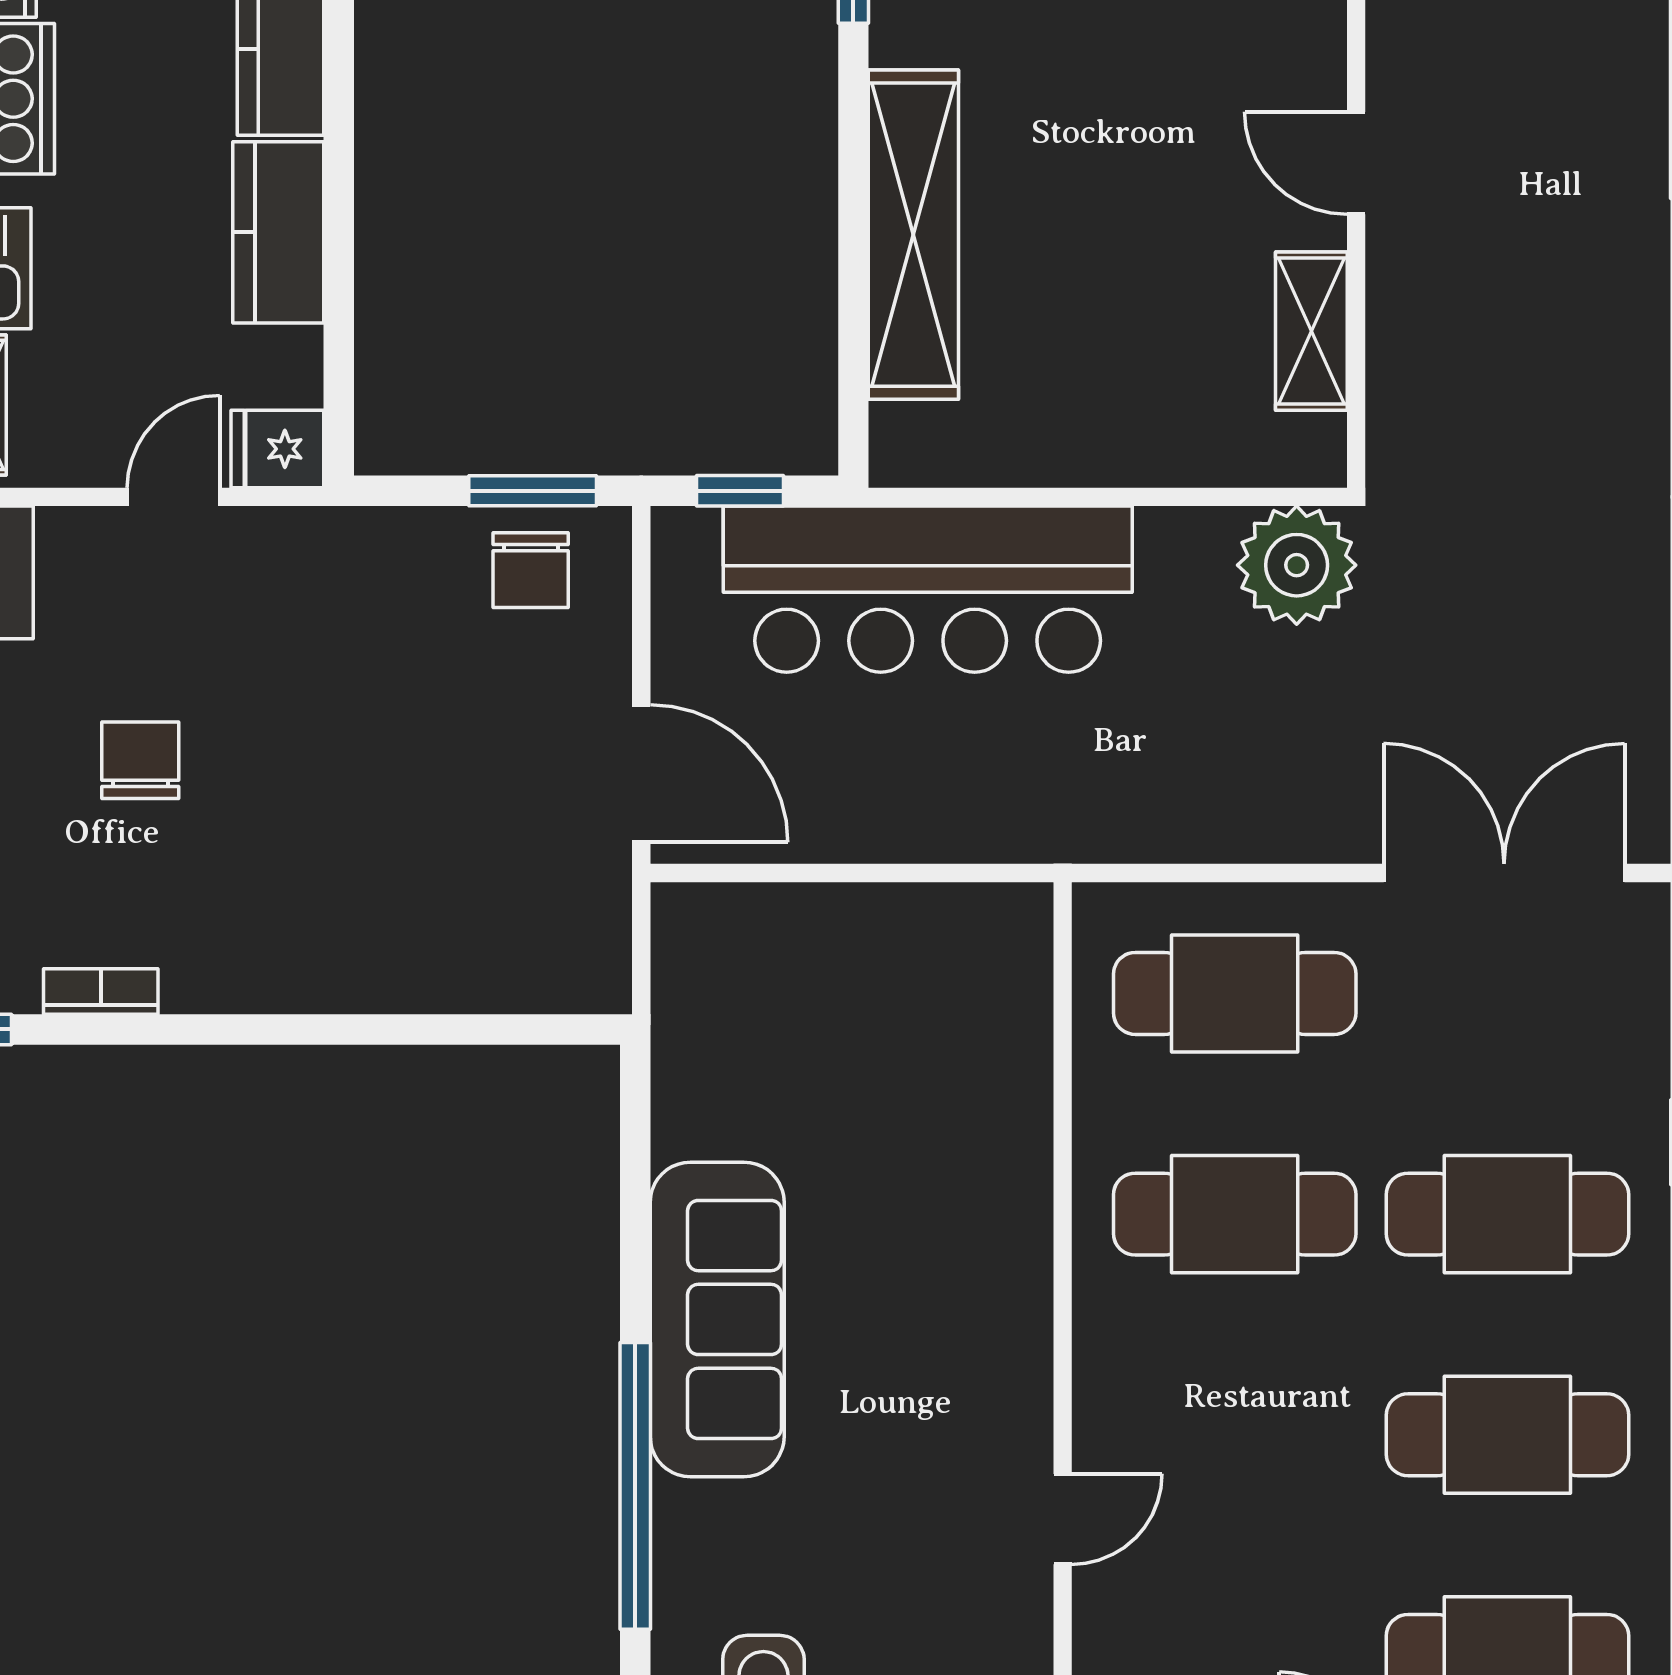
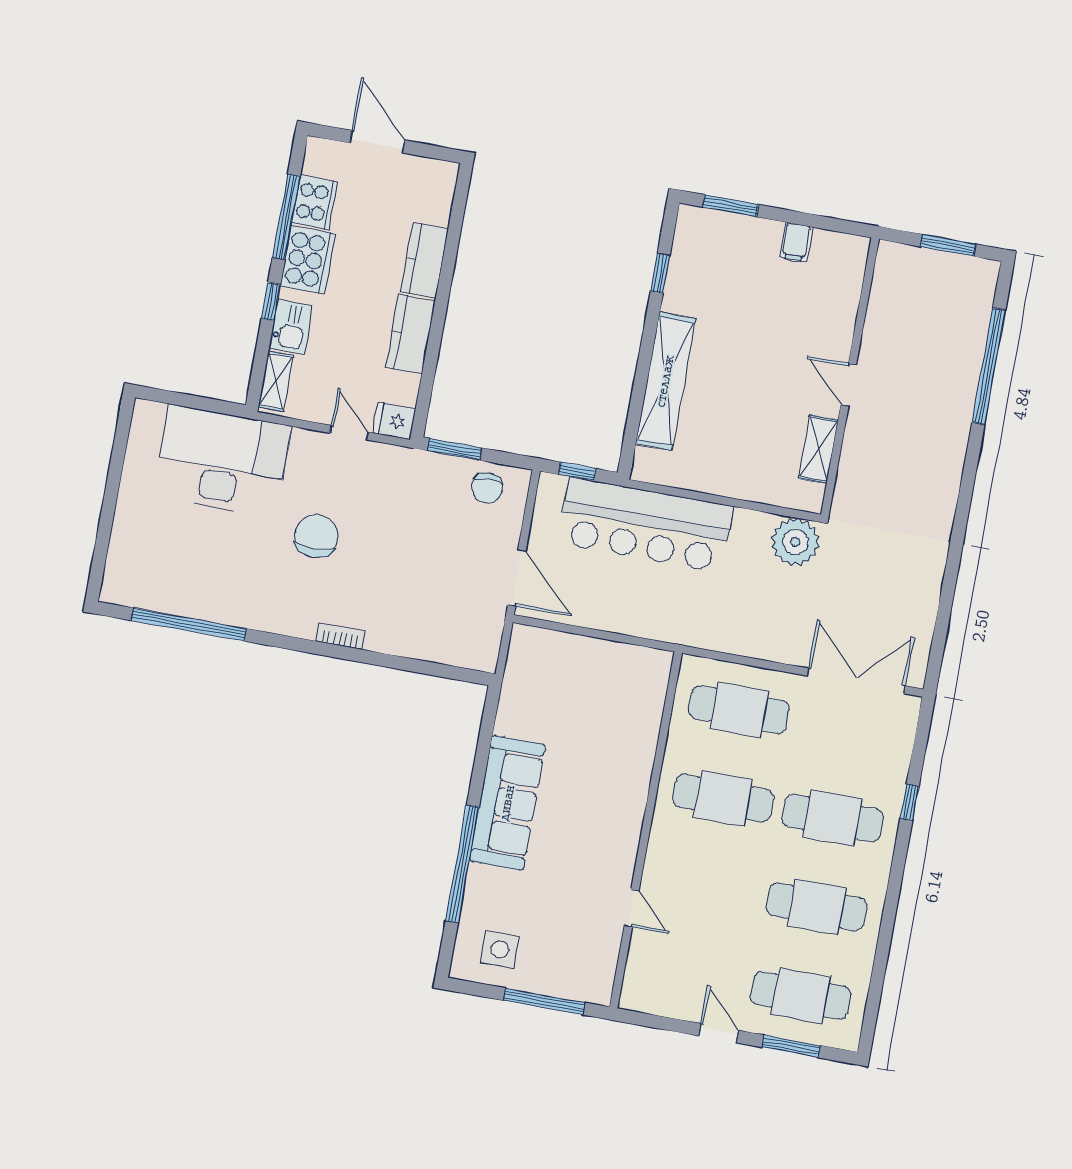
window: (533, 491) -> (454, 449), moved
door: (173, 497) -> (349, 433), hinge flipped
chair: (140, 760) -> (316, 536), width x1.37, depth x1.37
bookcase: (101, 992) -> (340, 636), moved
door: (1063, 1519) -> (632, 908), hinge flipped

